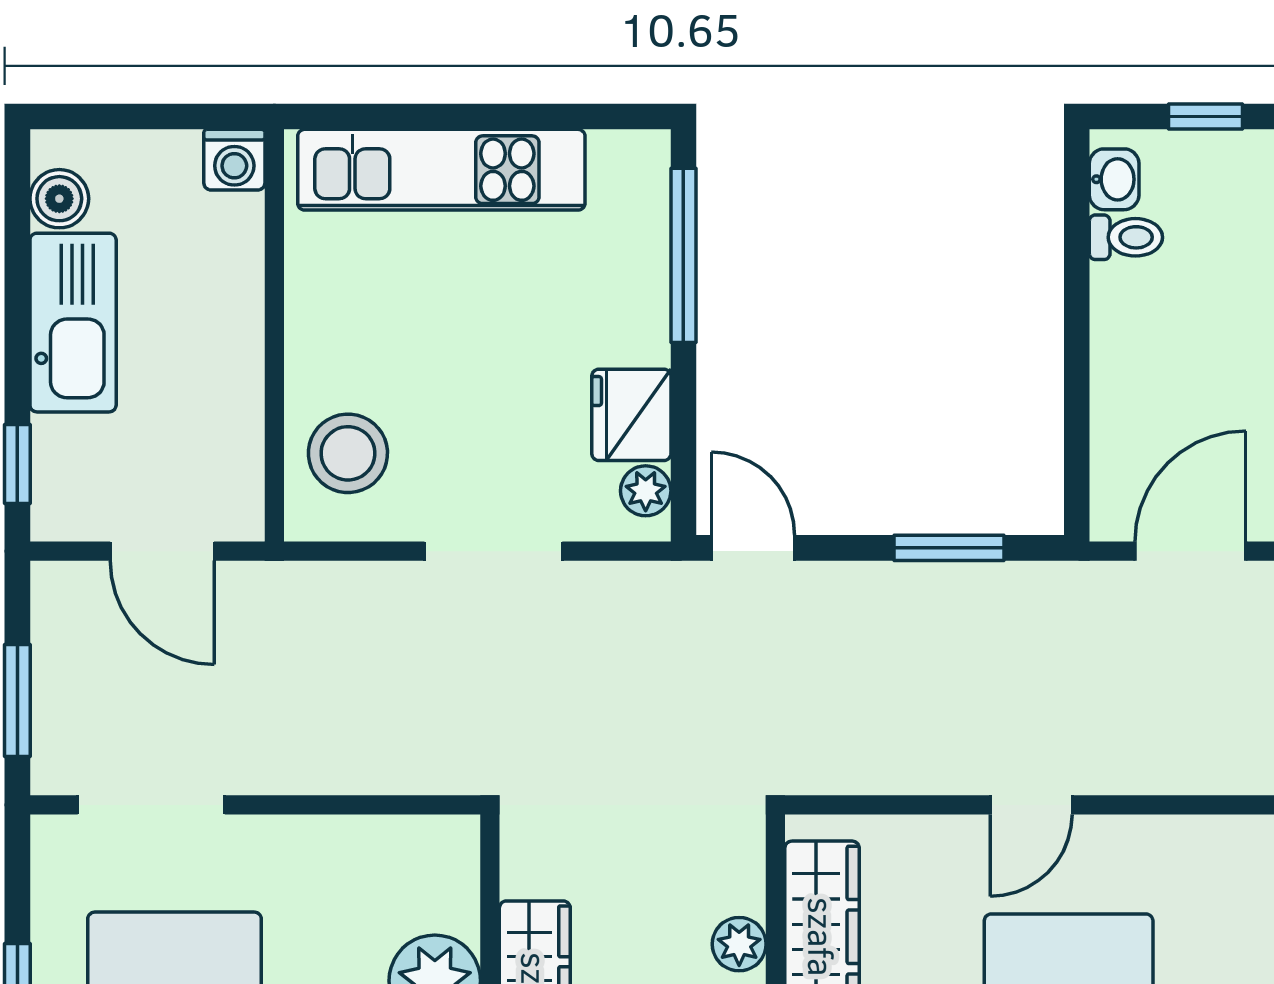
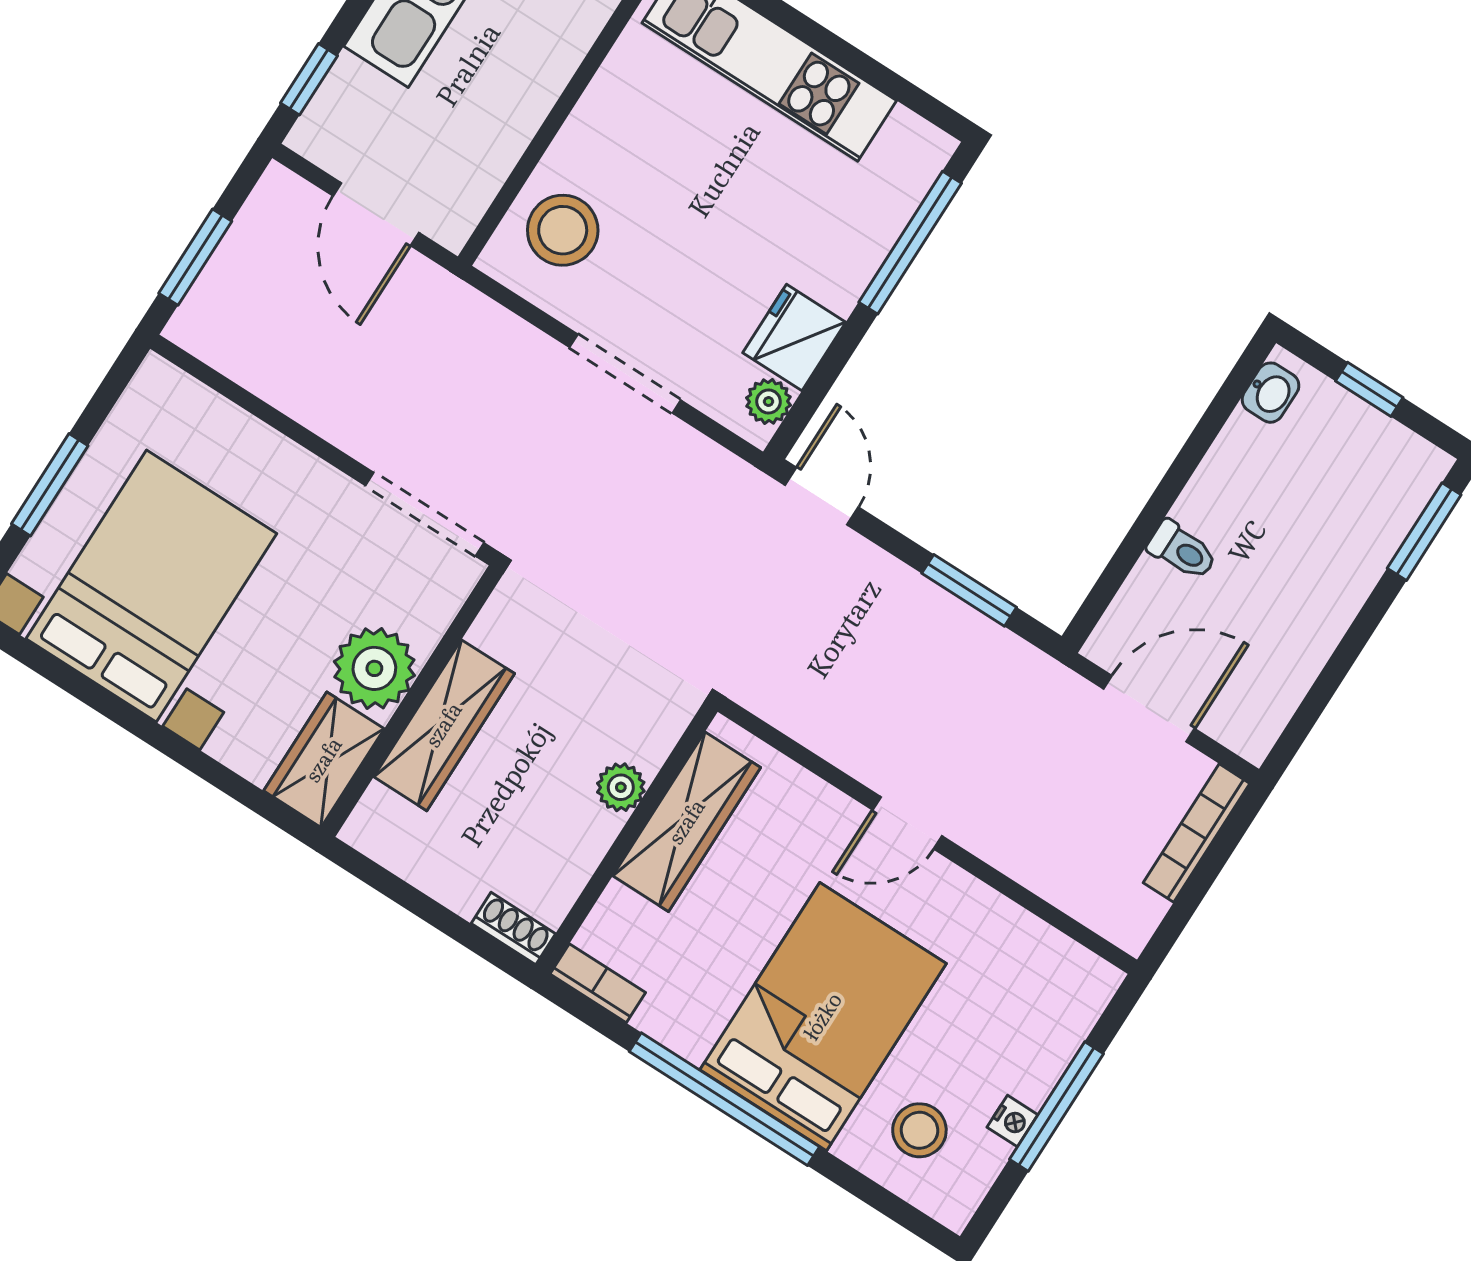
toilet: (1126, 237) -> (1182, 550), moved
doorway: (151, 805) -> (425, 514), moved

